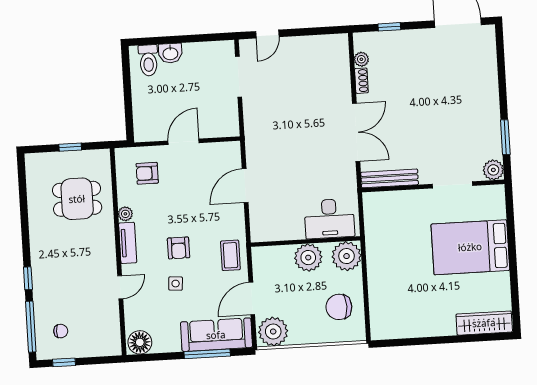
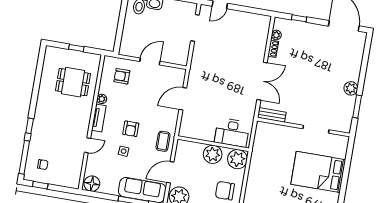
plant: (493, 170) -> (351, 88), moved
bench: (390, 178) -> (272, 115), width x0.73

